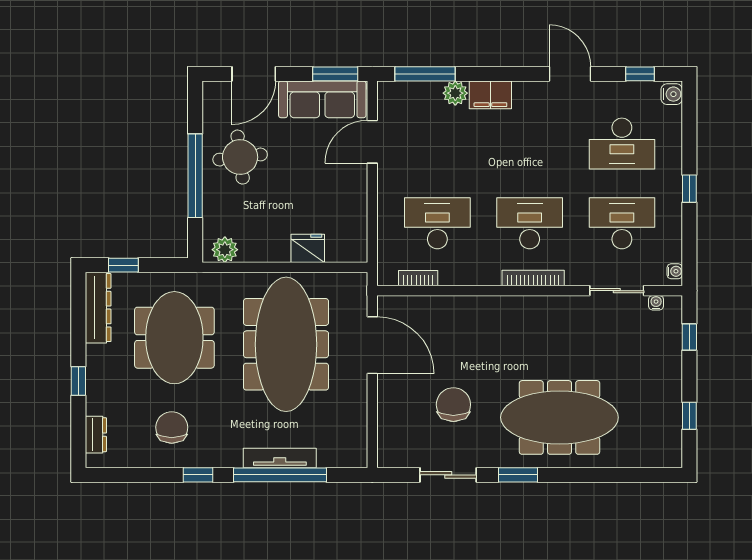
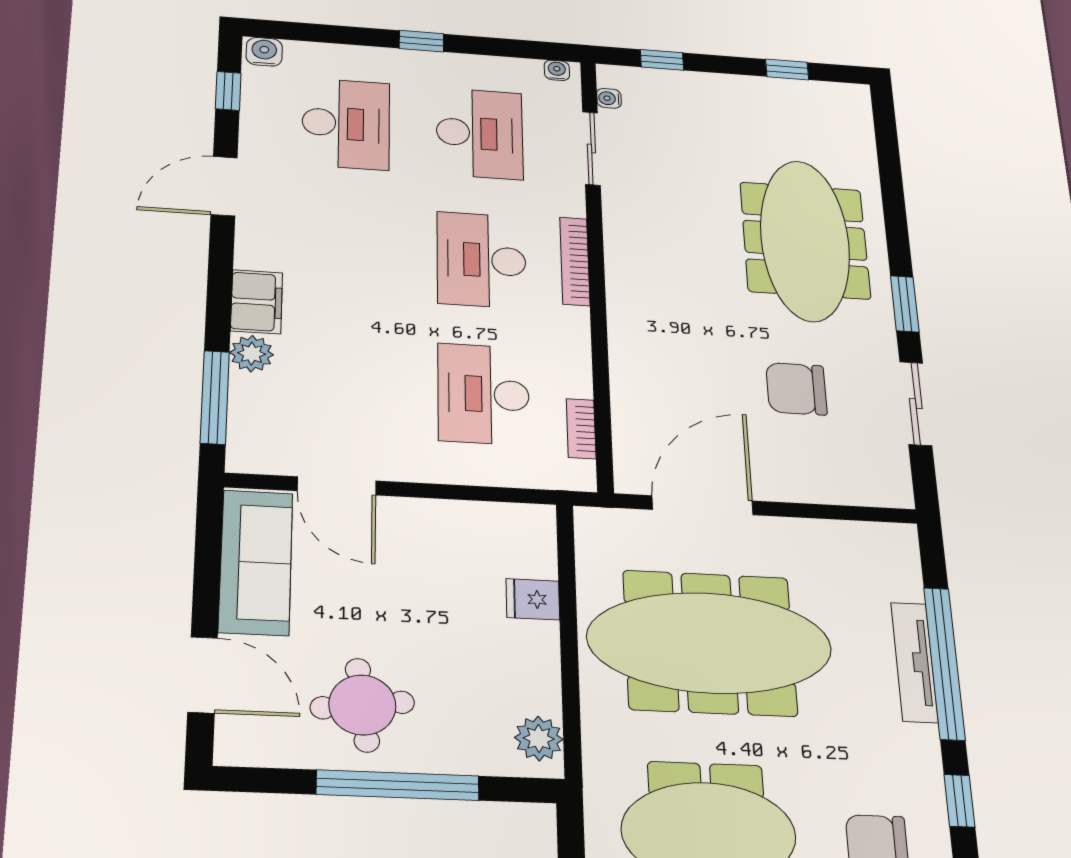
window: (335, 74) -> (209, 538), removed
desk: (622, 223) -> (480, 133), turned 180
fridge: (308, 248) -> (533, 599), width x0.72

